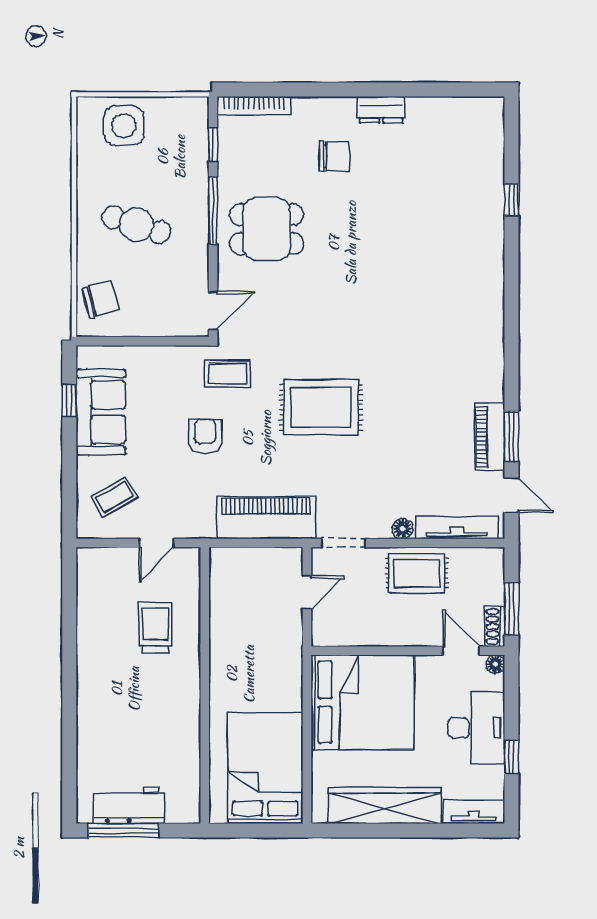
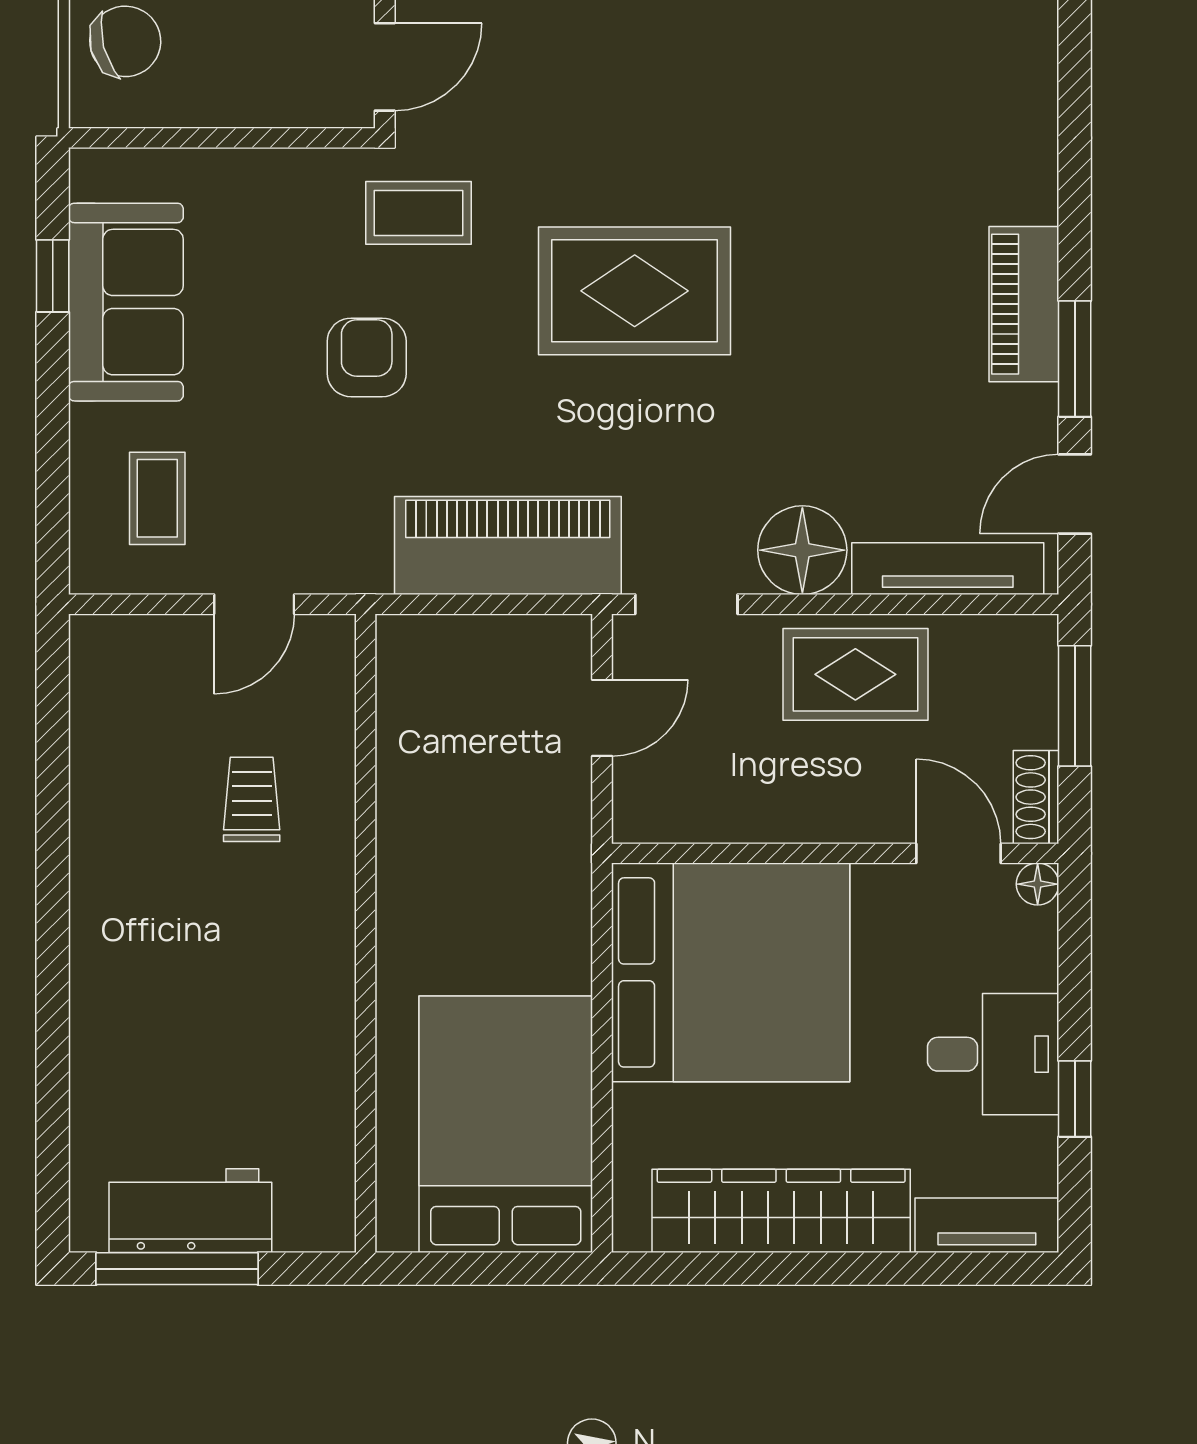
piano: (490, 437) -> (1024, 304), moved
door: (512, 495) -> (1075, 494), swing flipped
coffee table: (114, 497) -> (157, 498), turned -60
floor lamp: (403, 529) -> (802, 550), width x1.89, depth x1.89
window: (512, 609) -> (1075, 706), moved
trolley: (155, 627) -> (252, 799), width x0.73, depth x0.72
desk: (476, 728) -> (993, 1054), width x0.73

